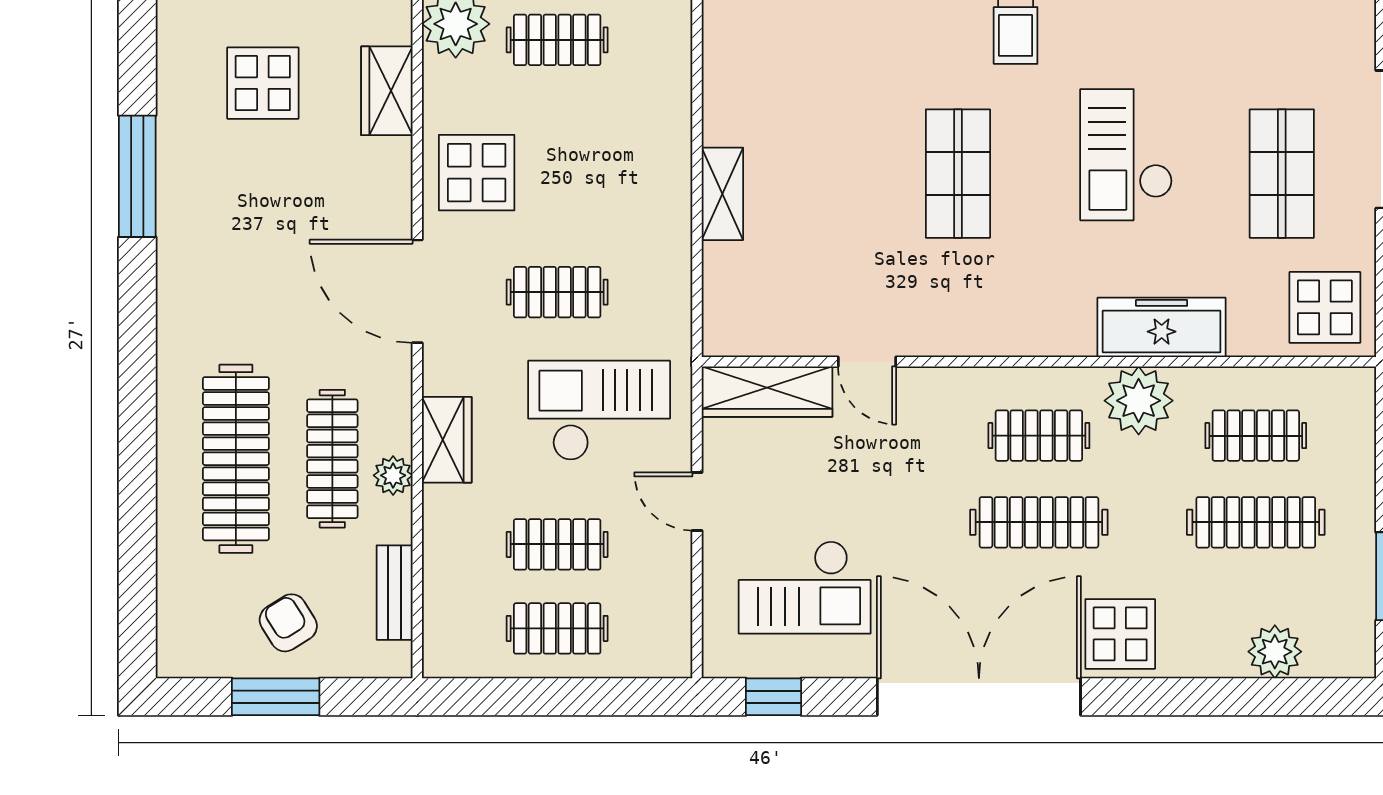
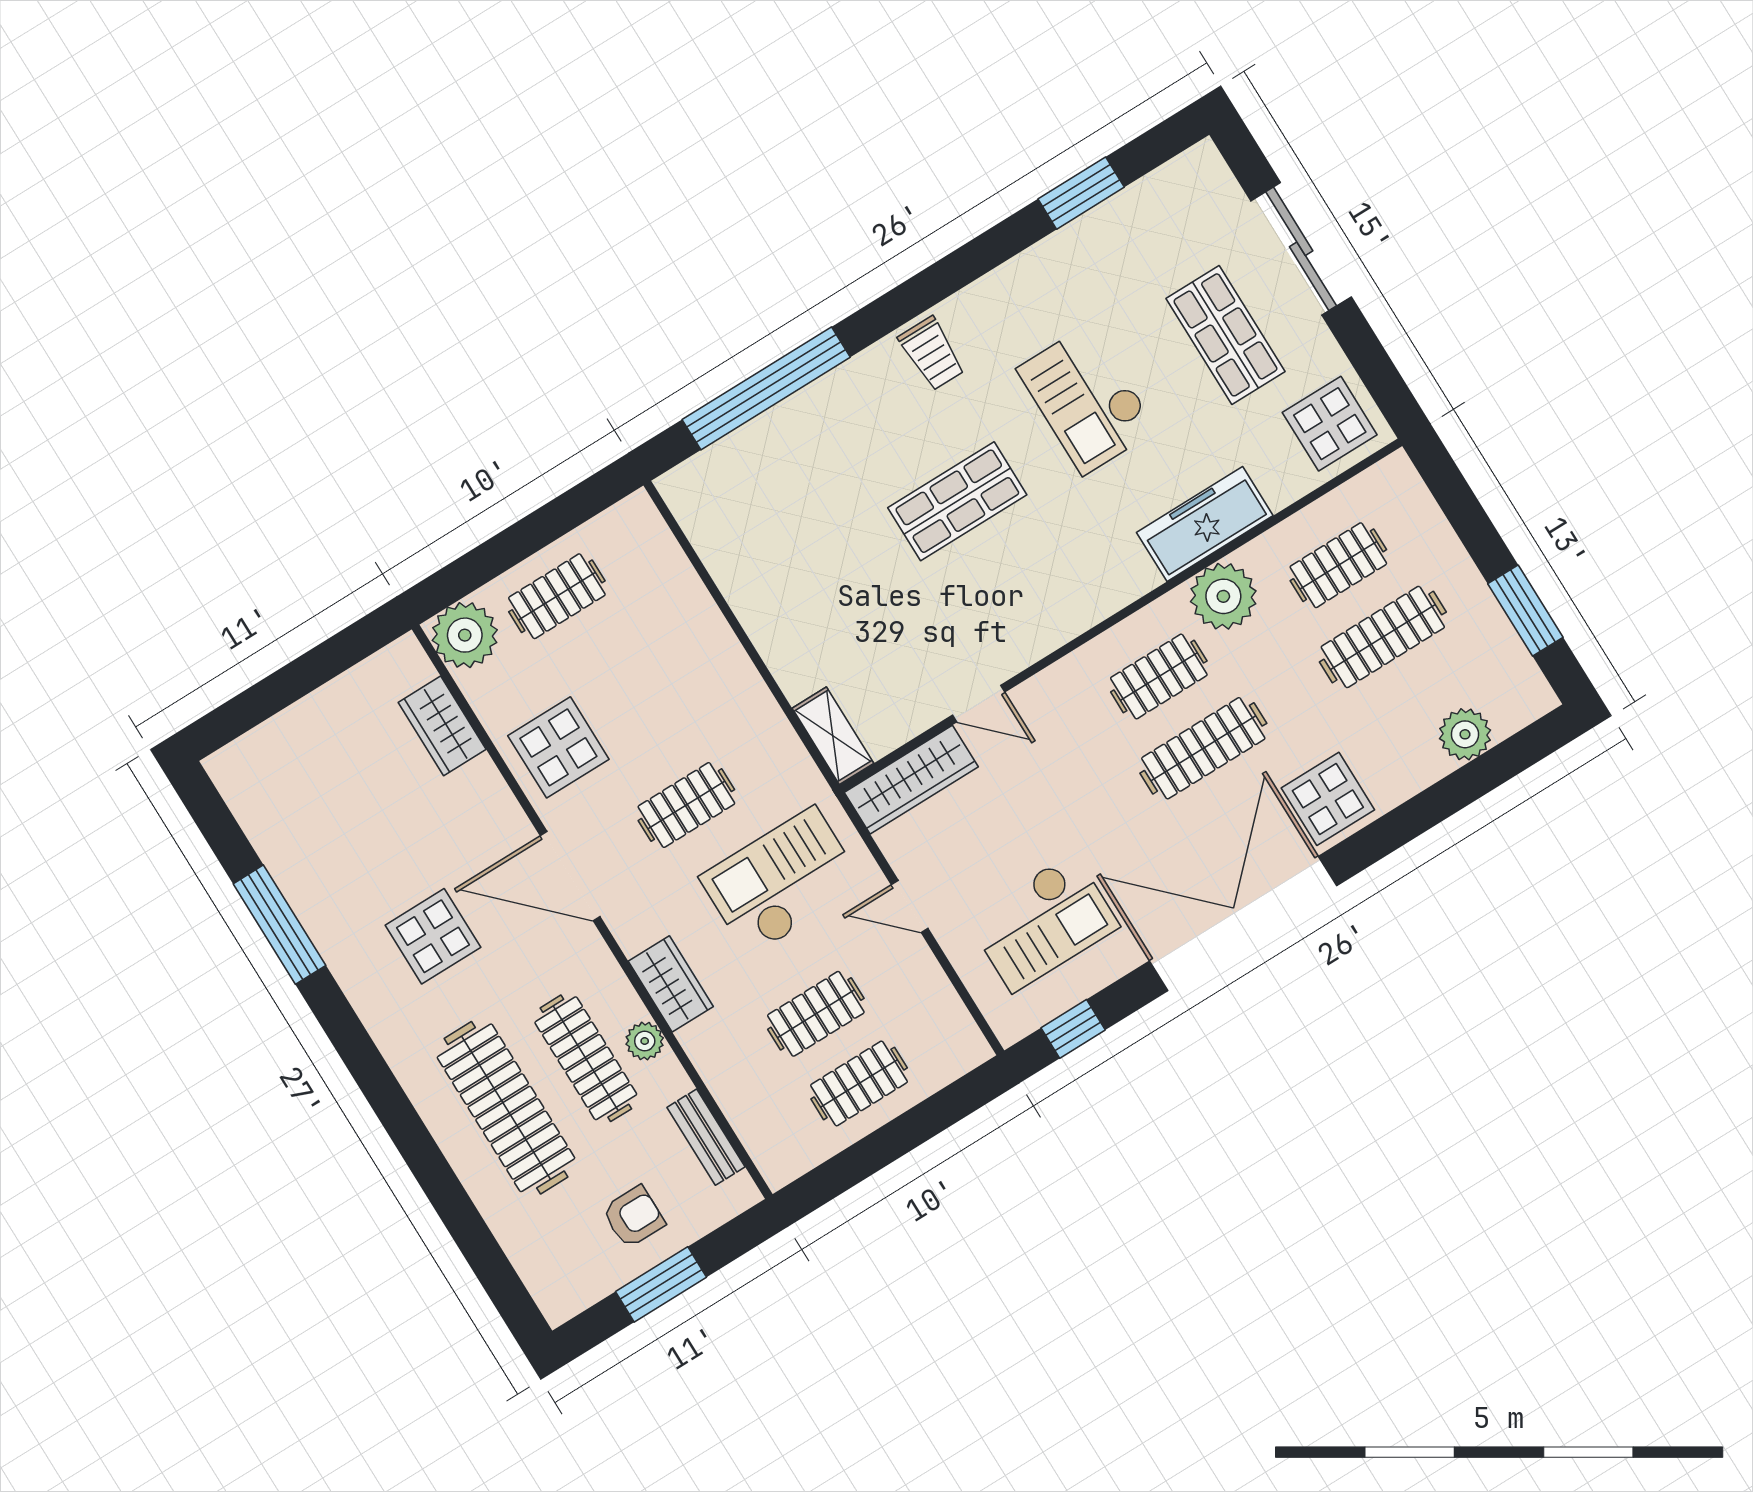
display table: (263, 83) -> (433, 936), moved
shop shelf: (958, 174) -> (957, 501), turned 90
shelving: (722, 194) -> (833, 736), moved
armchair: (288, 623) -> (634, 1217), turned 122

